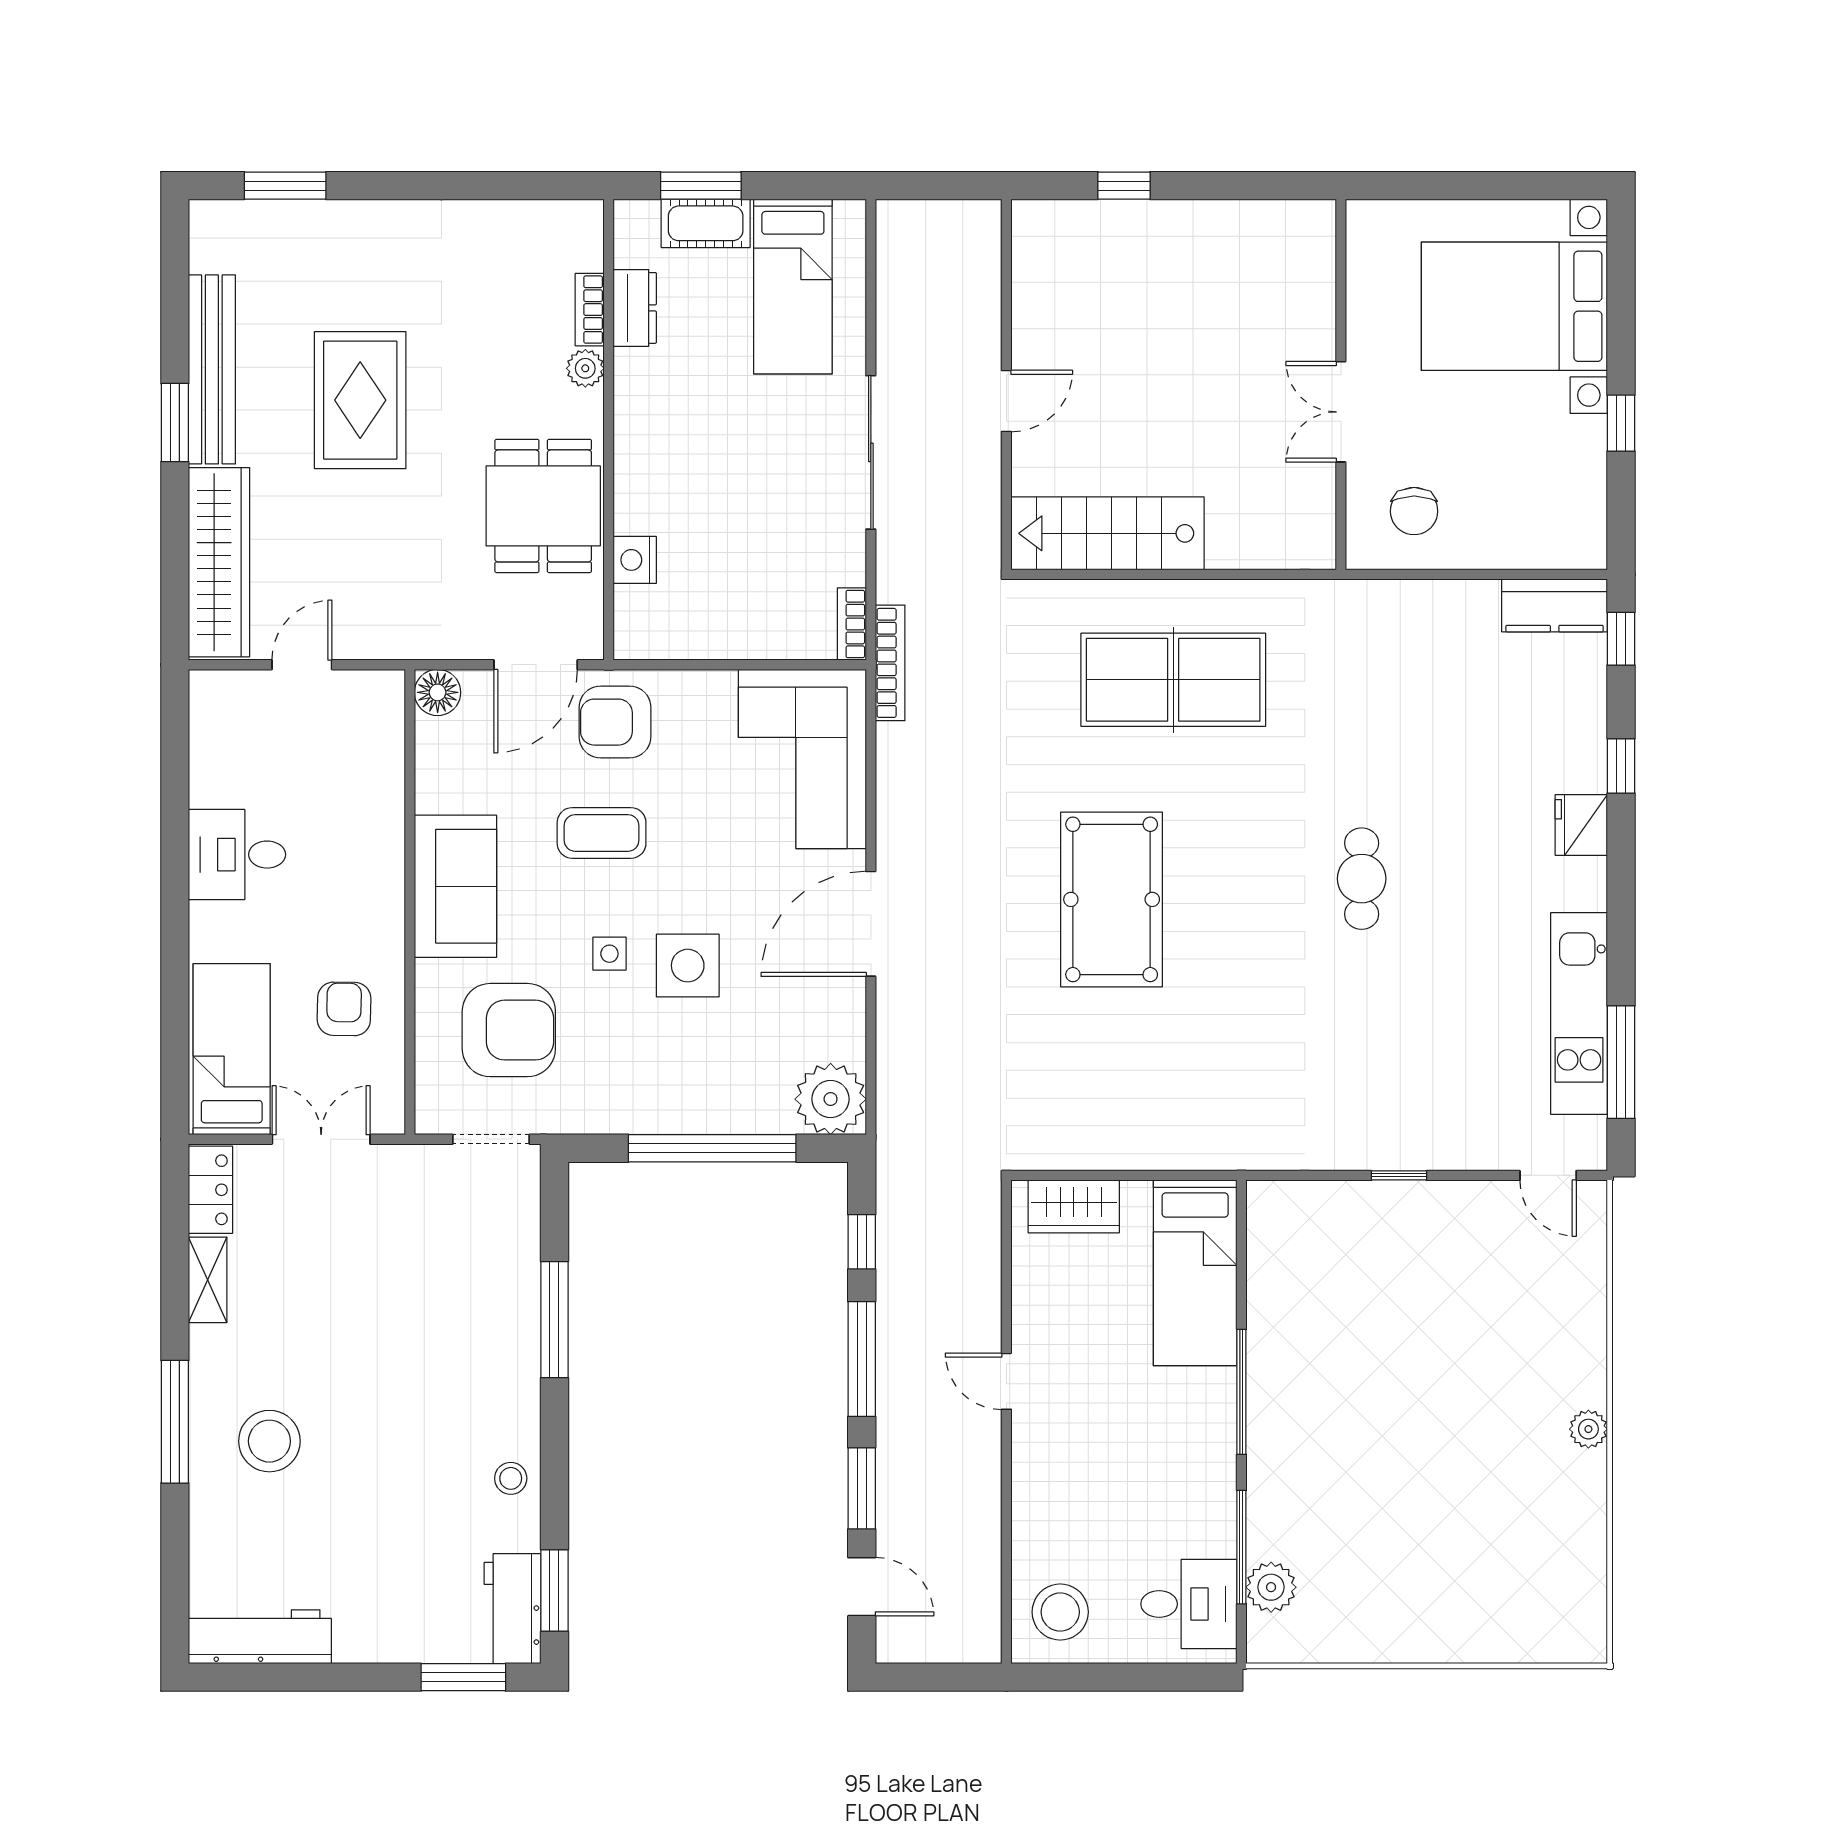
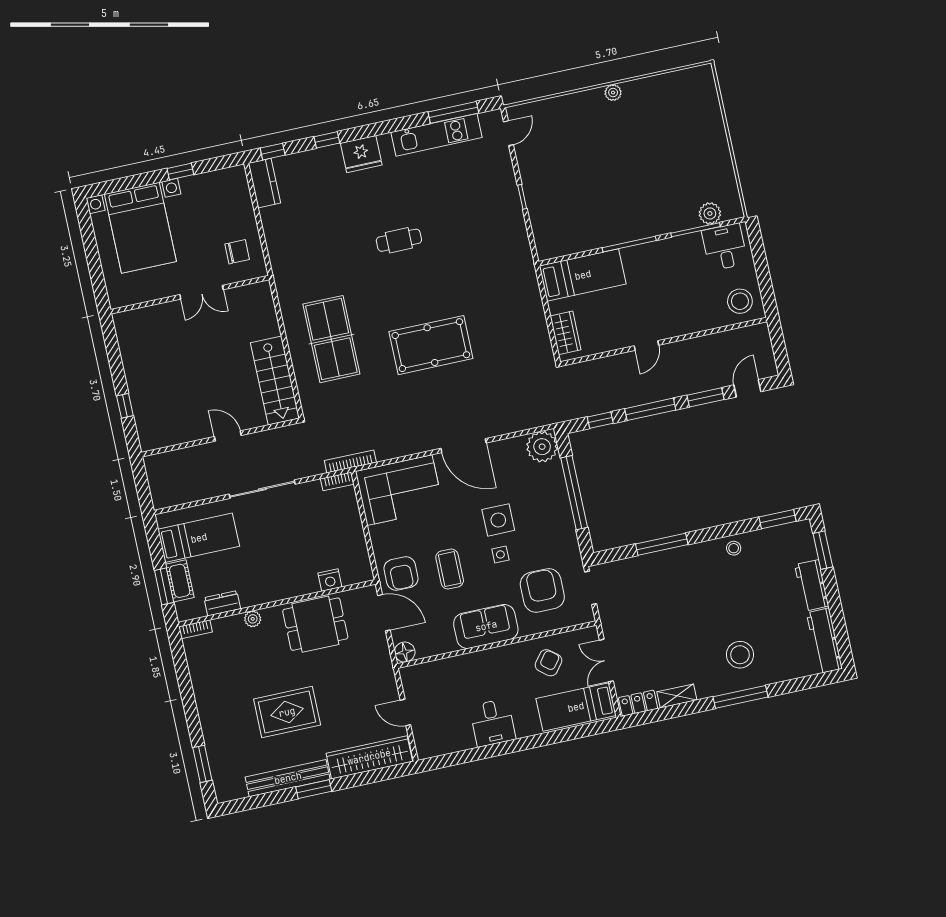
bookcase: (590, 310) -> (196, 629), moved
fridge: (1581, 825) -> (361, 154), width x1.36, depth x1.34
armchair: (344, 1009) -> (549, 663), turned 127
workbench: (513, 1609) -> (812, 585), moved, turned 90

